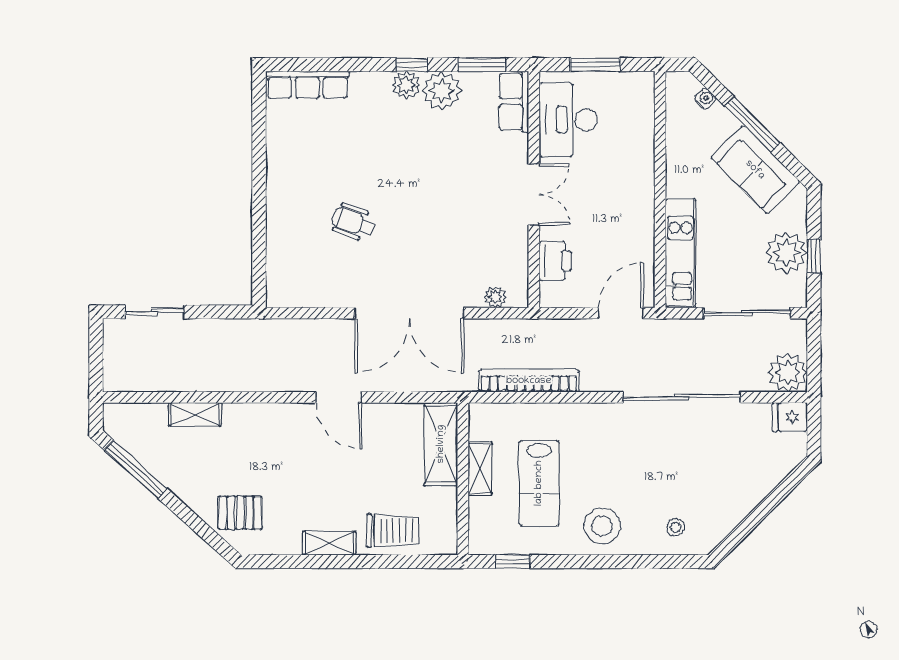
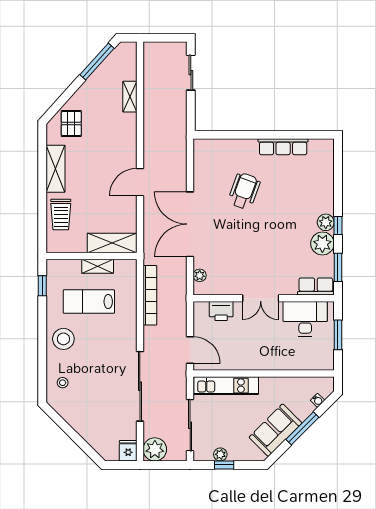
row of seats: (307, 85) -> (283, 147), moved, turned -90
wheelchair: (353, 222) -> (244, 191), width x1.36, depth x1.37
plant: (786, 253) -> (220, 454), width x0.53, depth x0.53
shelving: (329, 543) -> (56, 169), width x1.50, depth x1.33

